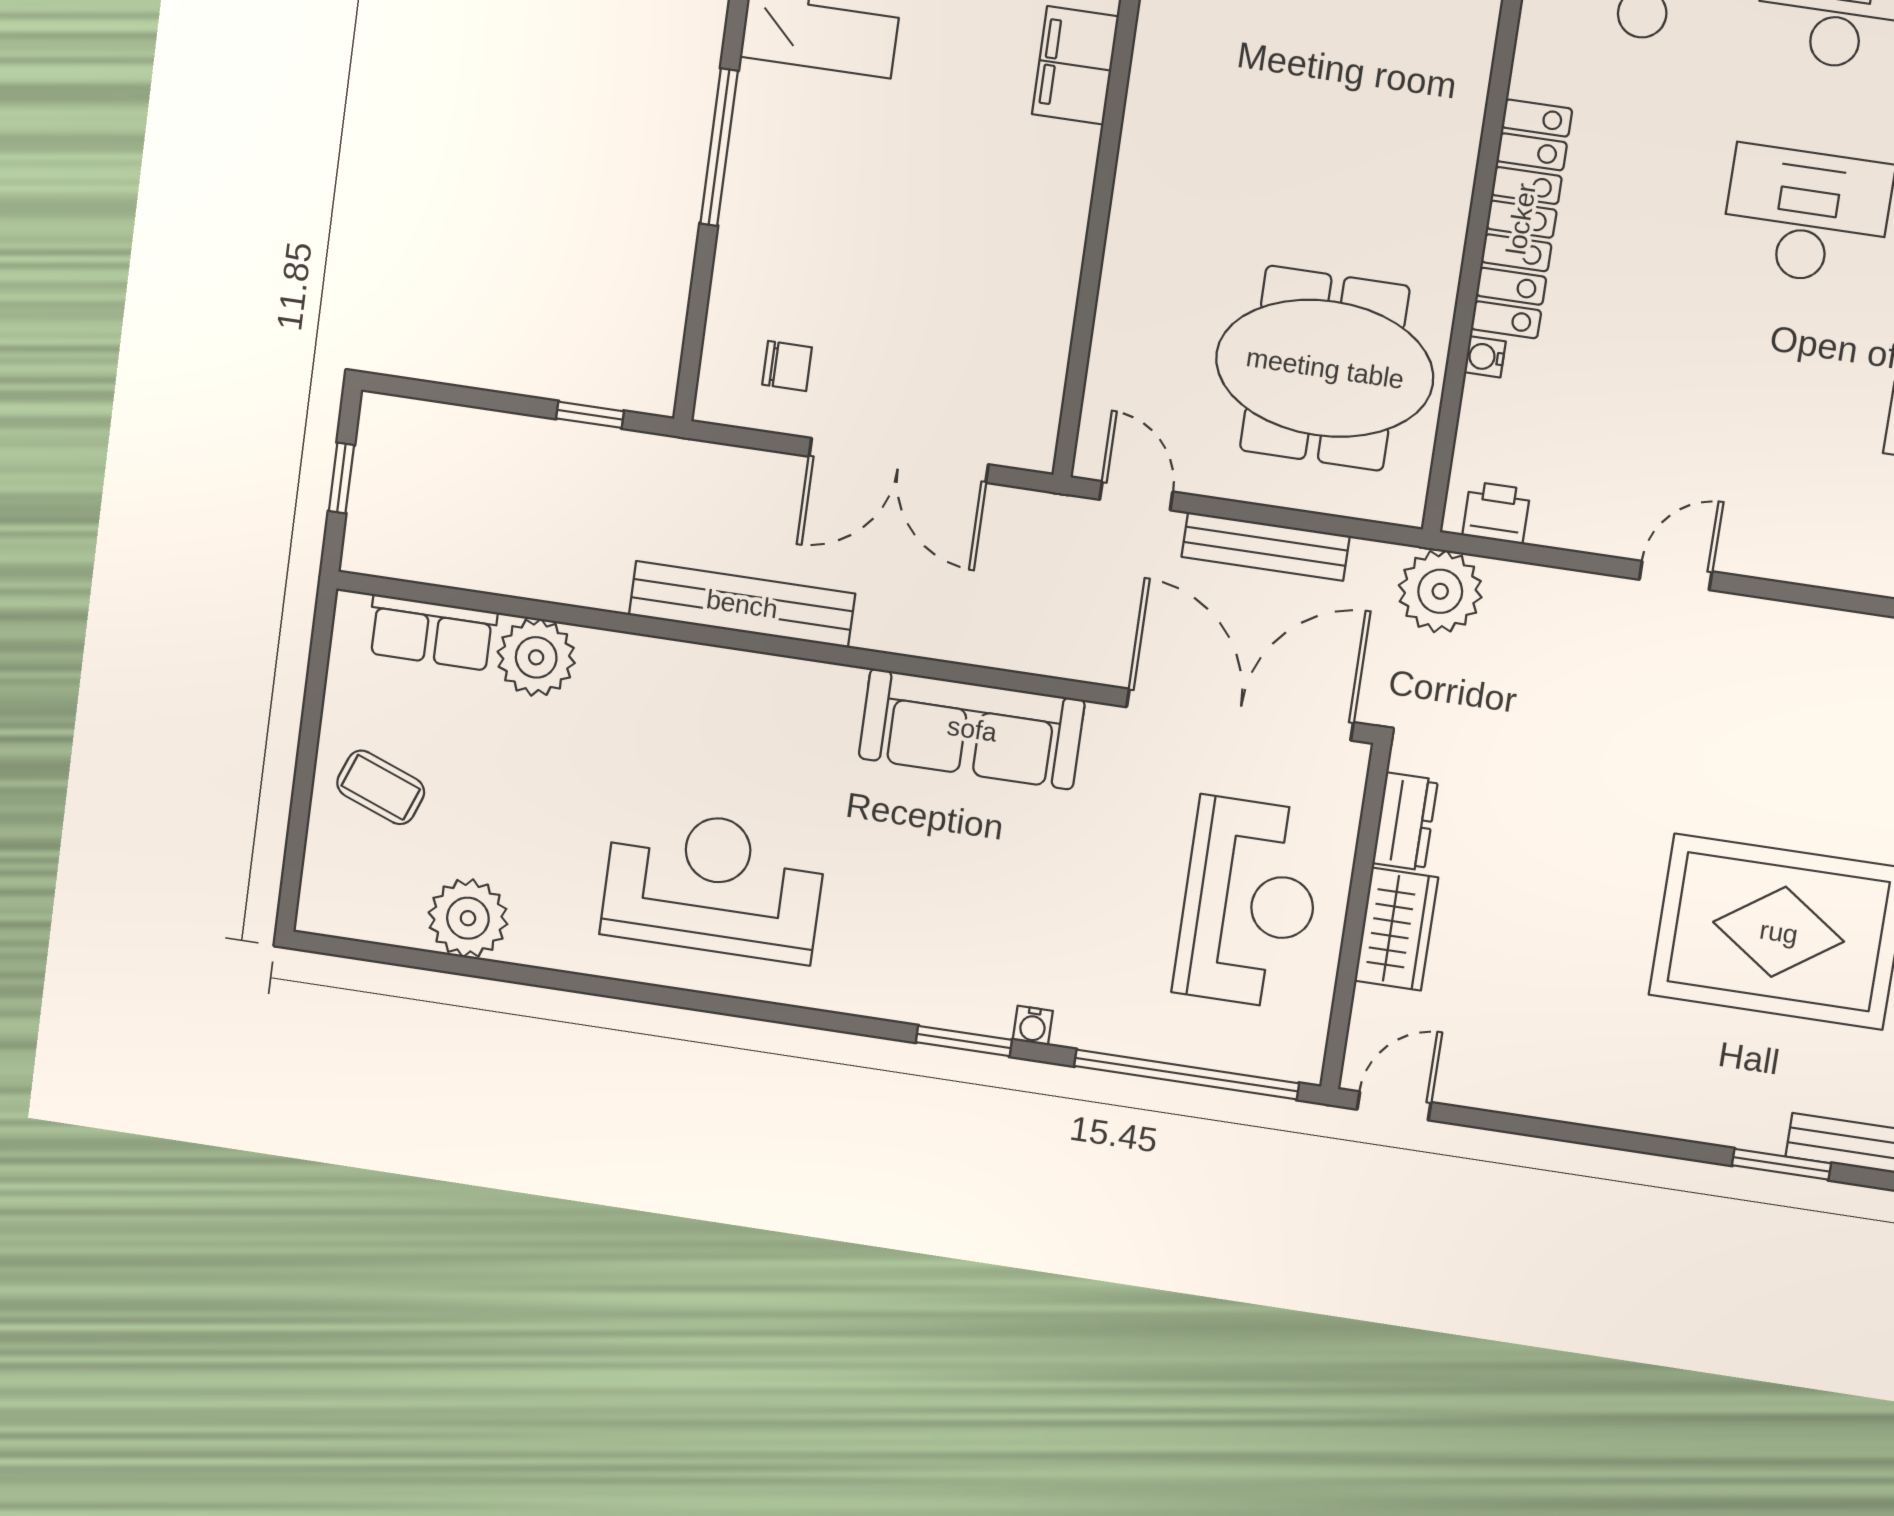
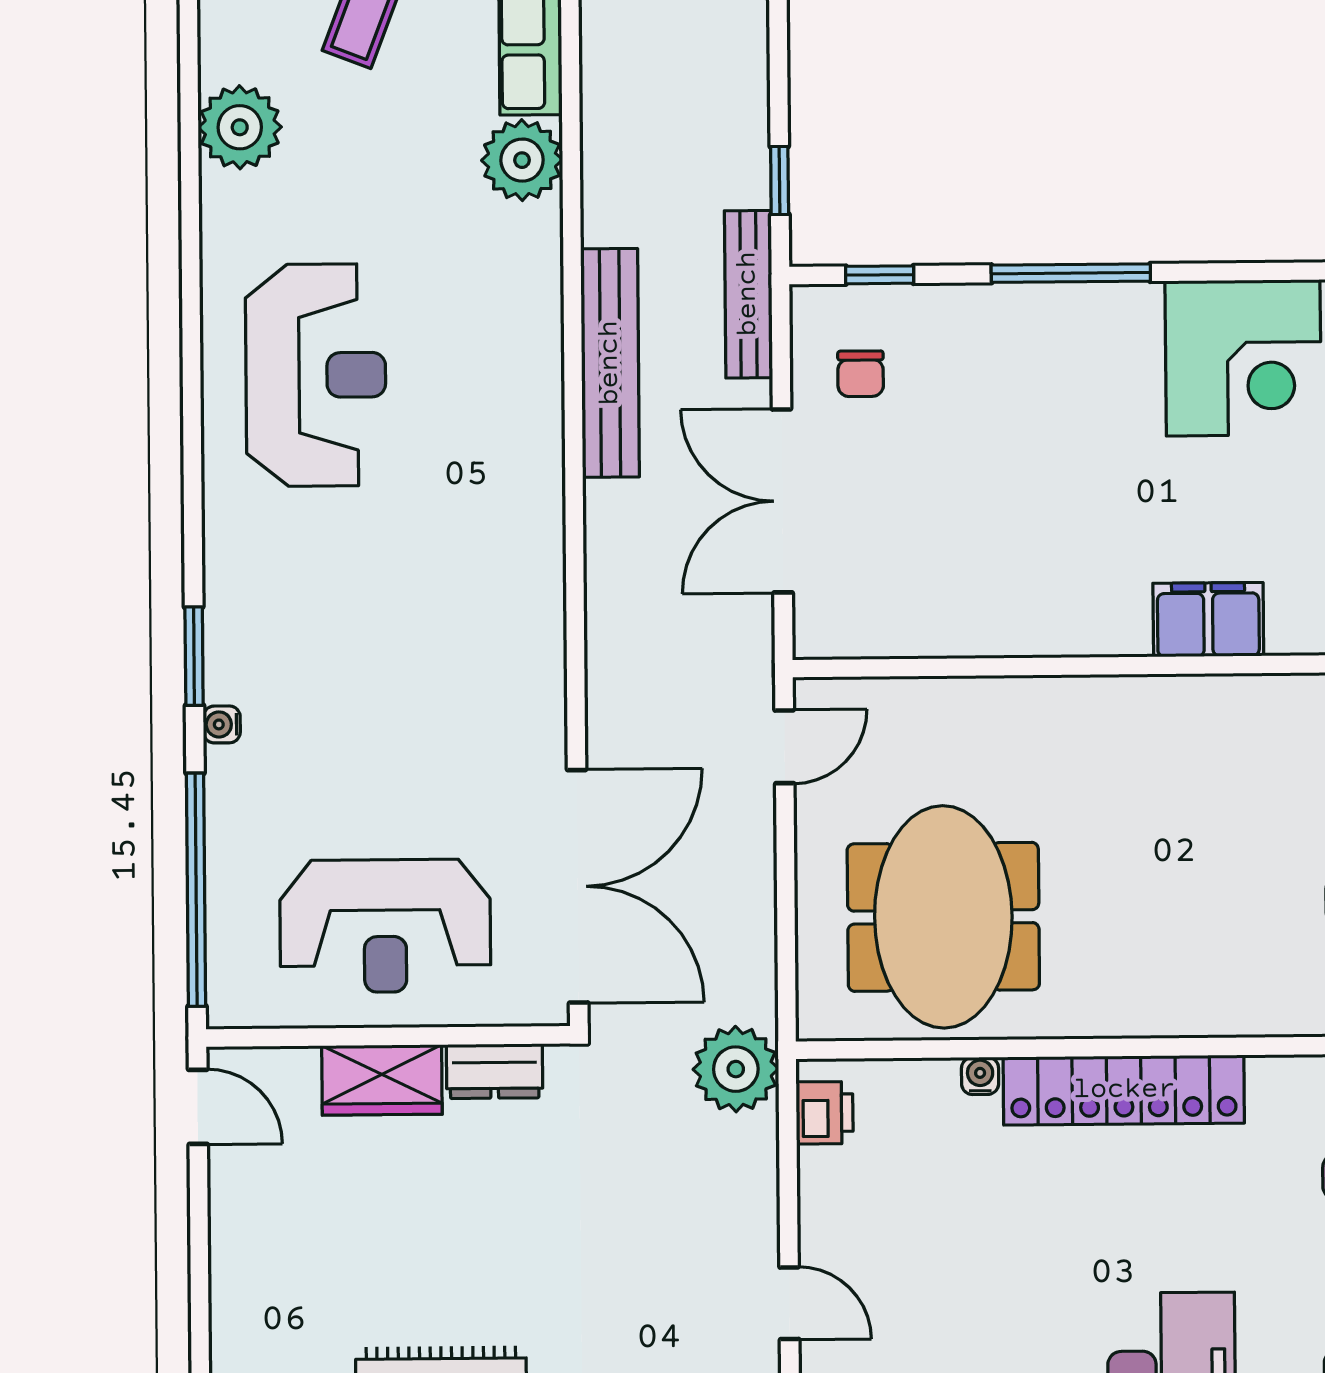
window: (694, 333) -> (880, 275), added
bench: (1266, 546) -> (748, 294), moved
sofa: (972, 729) -> (519, 616), removed

